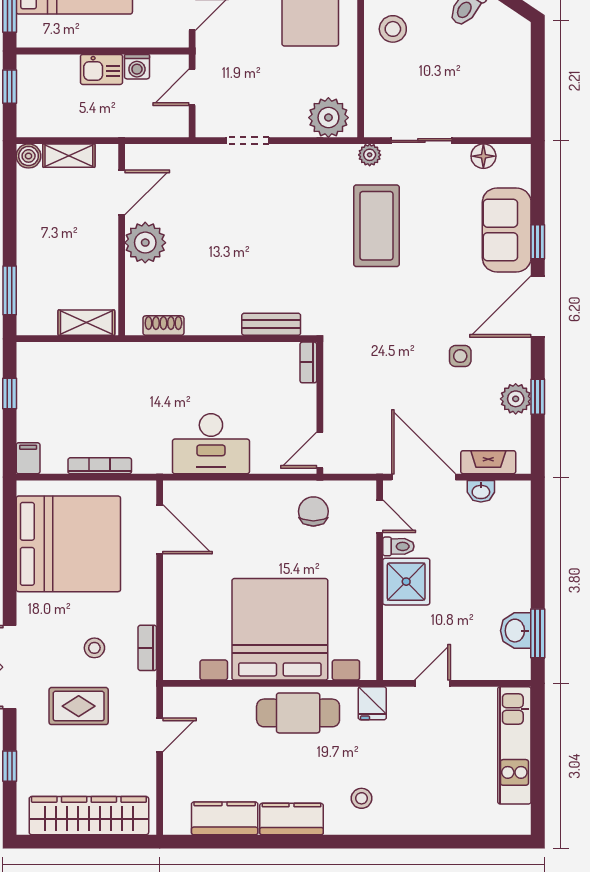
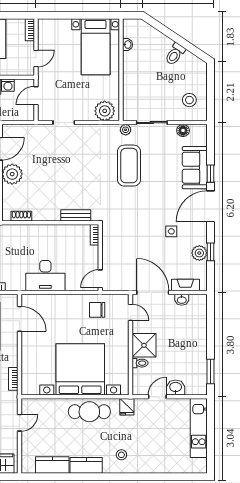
stool: (393, 29) -> (189, 100), moved
chair: (313, 511) -> (97, 310), turned -90
toilet: (398, 546) -> (140, 363), moved
washbasin: (516, 631) -> (176, 387), moved, turned 90

